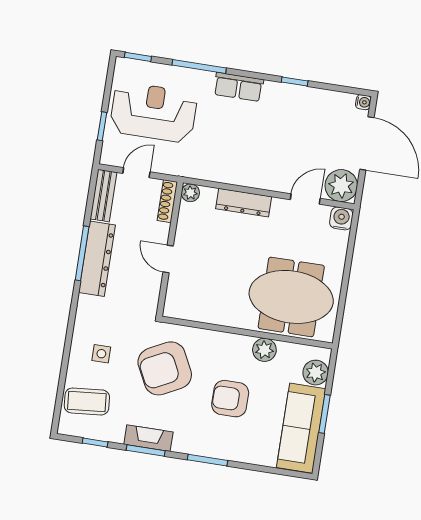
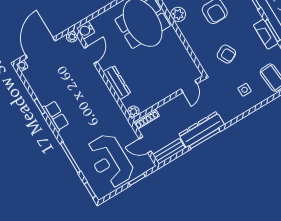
row of seats: (239, 87) -> (56, 116), moved
plant: (341, 186) -> (72, 37), width x0.53, depth x0.53
door: (305, 199) -> (91, 55), swing flipped
door: (168, 259) -> (189, 86), moved
armchair: (165, 368) -> (226, 54), width x0.53, depth x0.53

